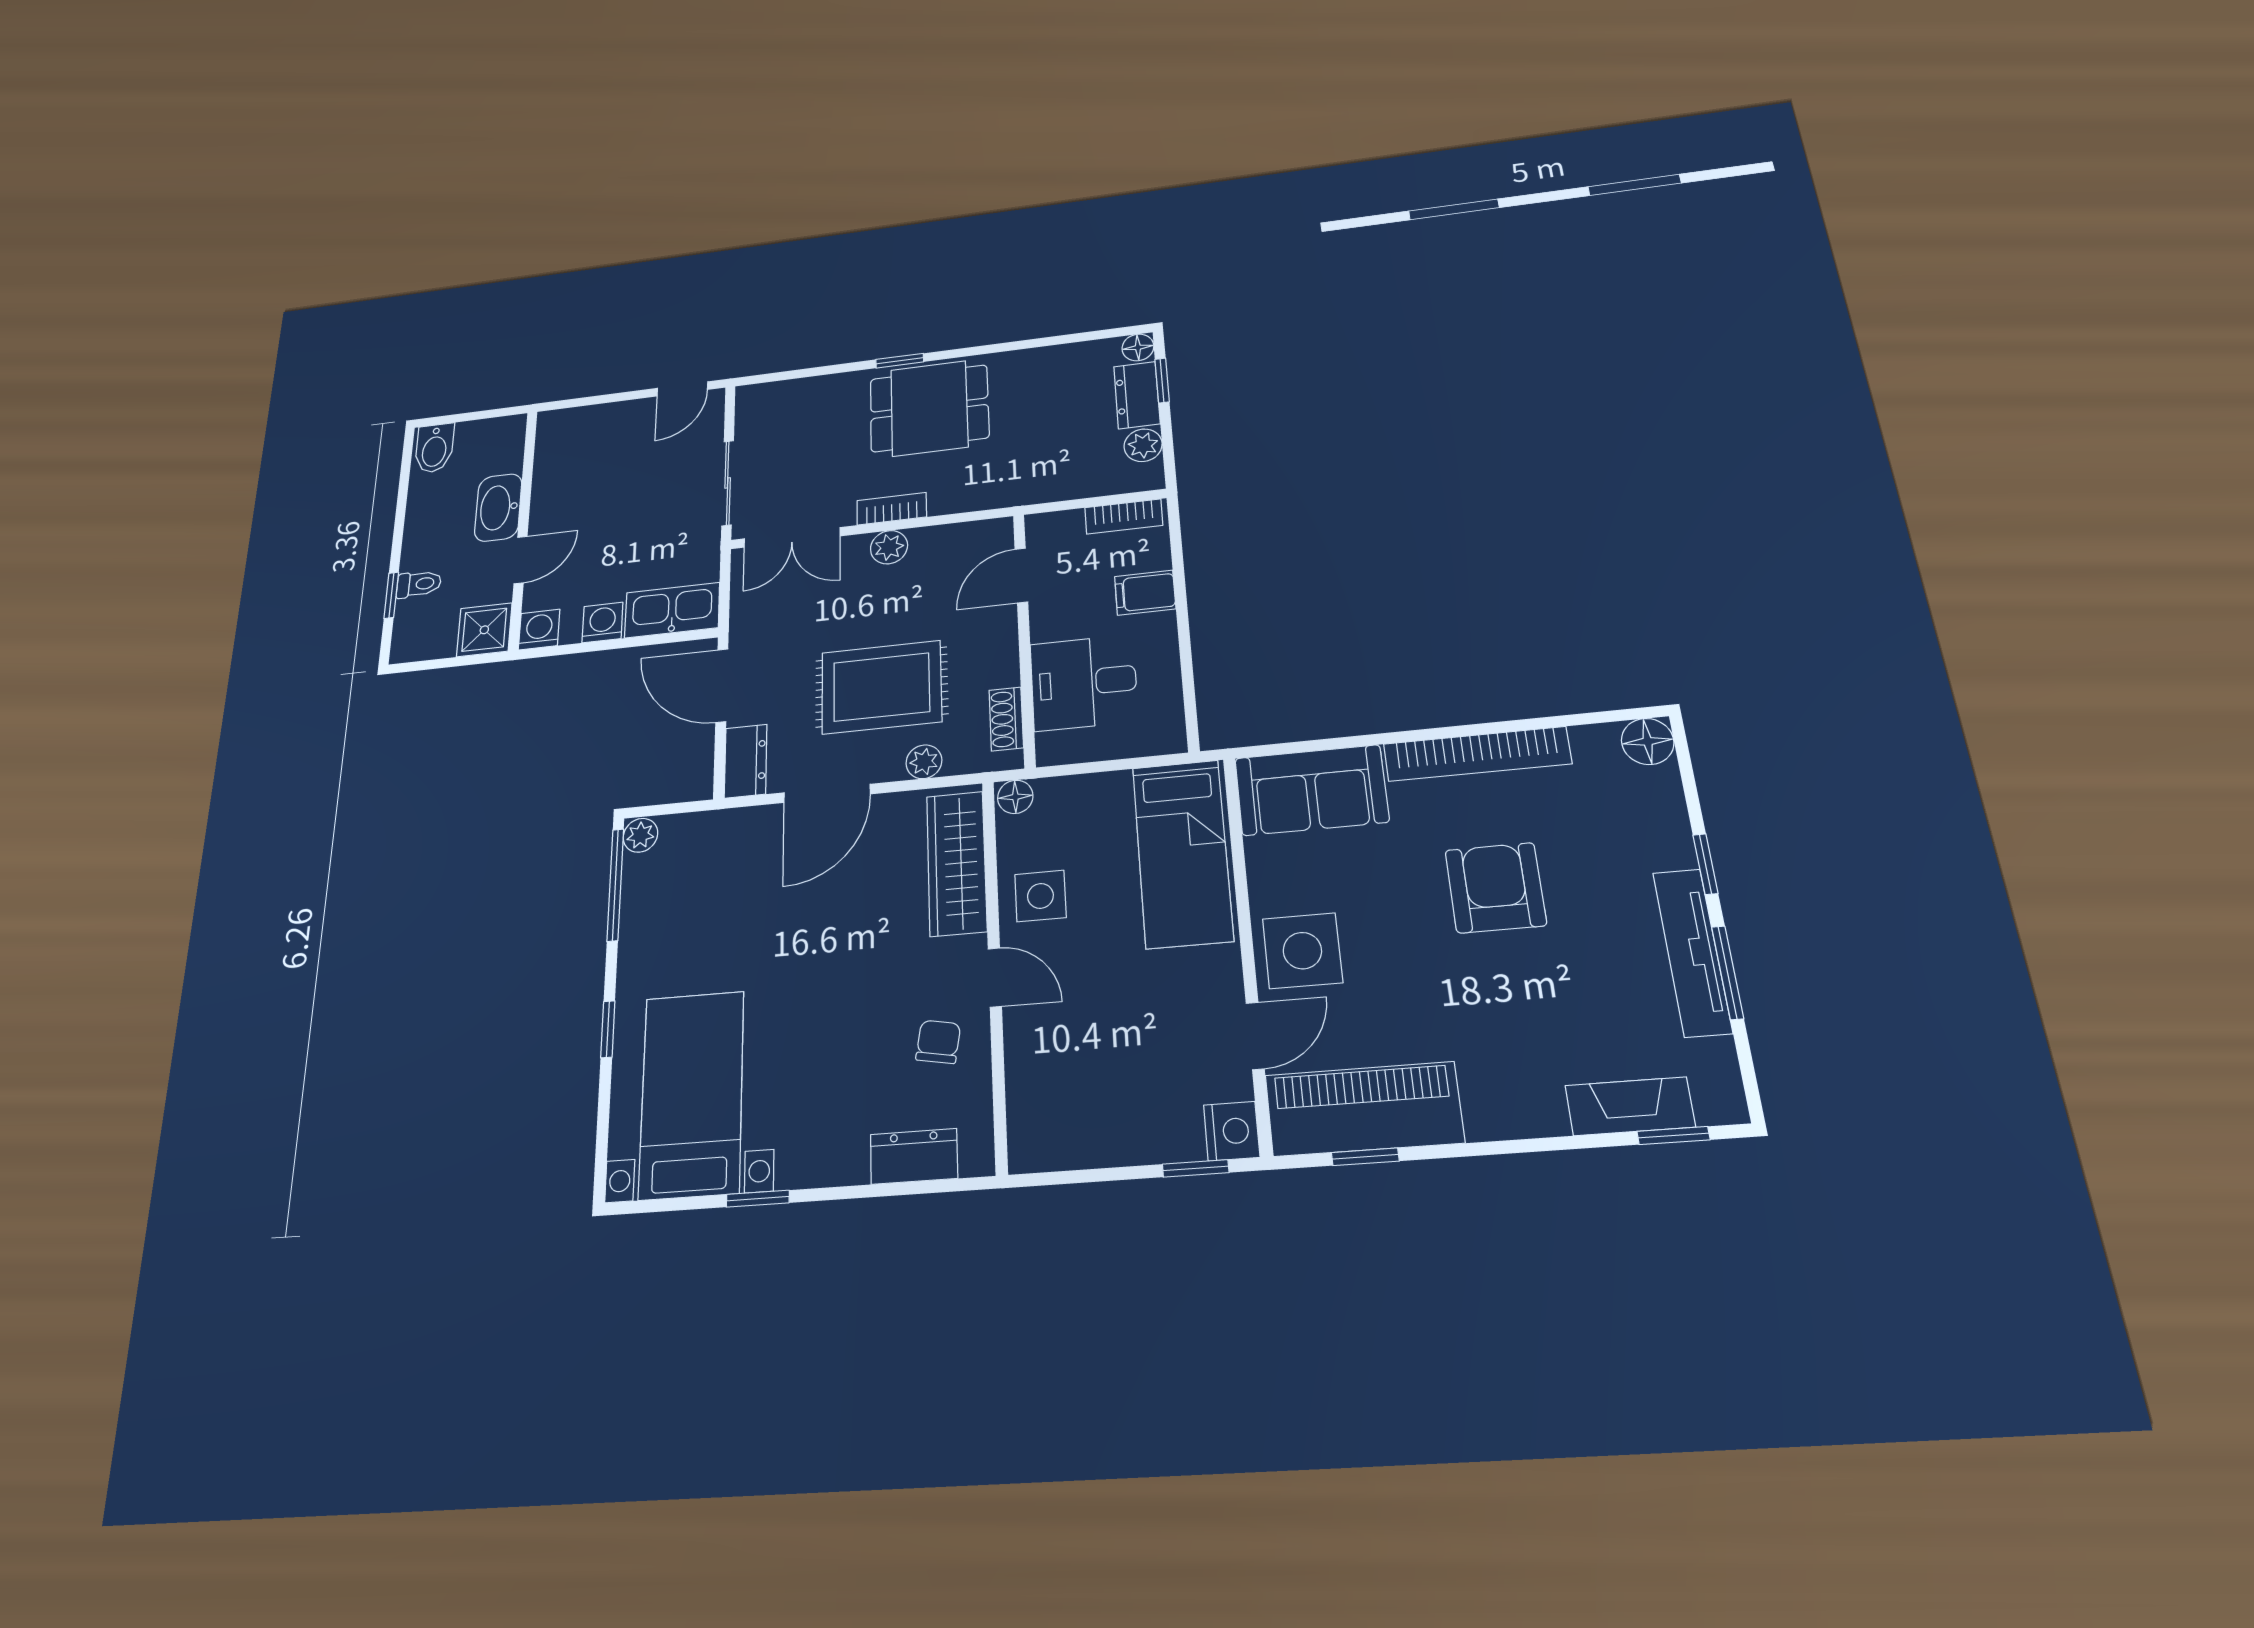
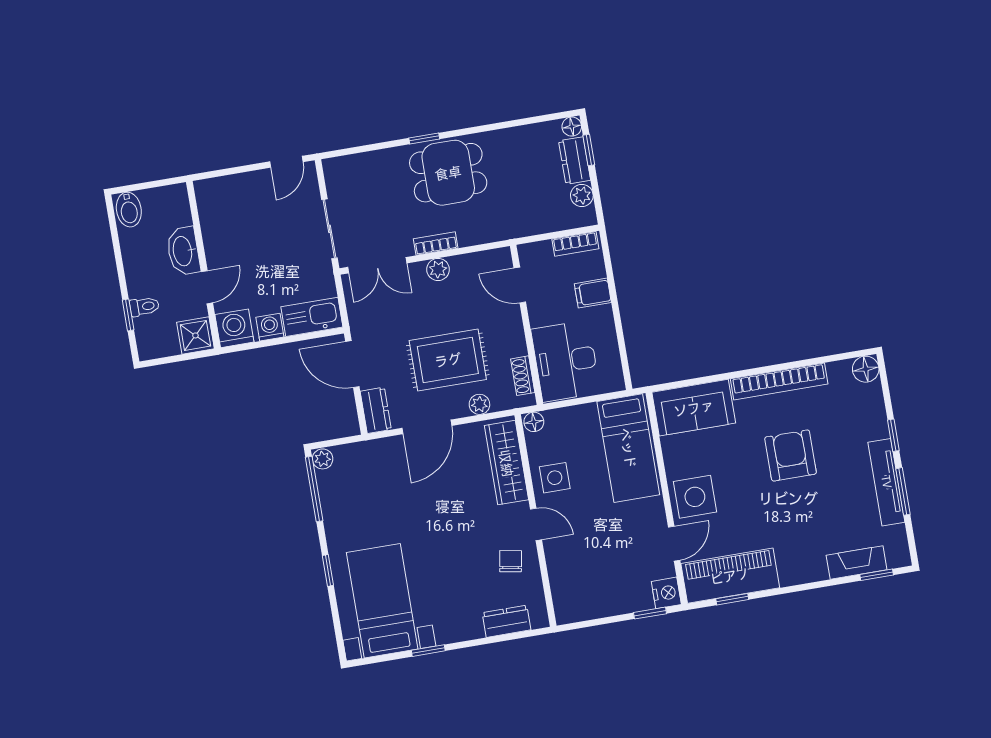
door: (1021, 576) -> (520, 285), hinge flipped
washing machine: (539, 630) -> (234, 328), width x1.38, depth x1.38
desk: (1084, 683) -> (566, 361), width x1.37

